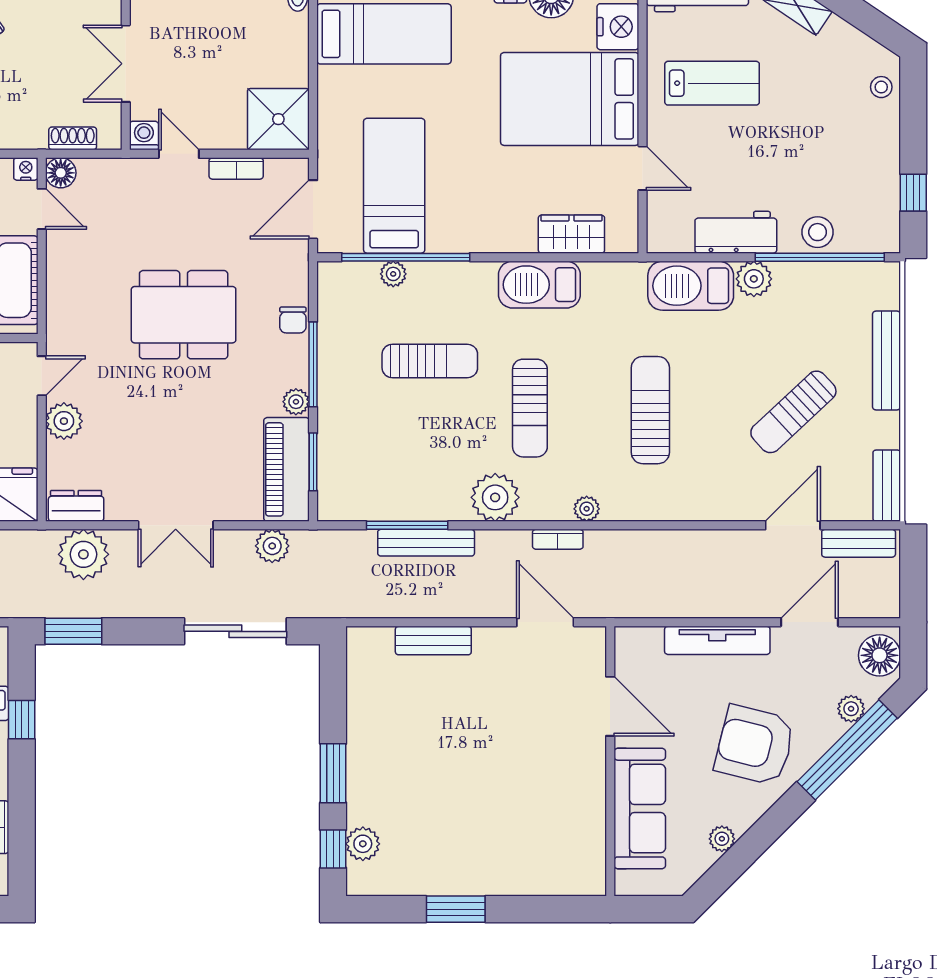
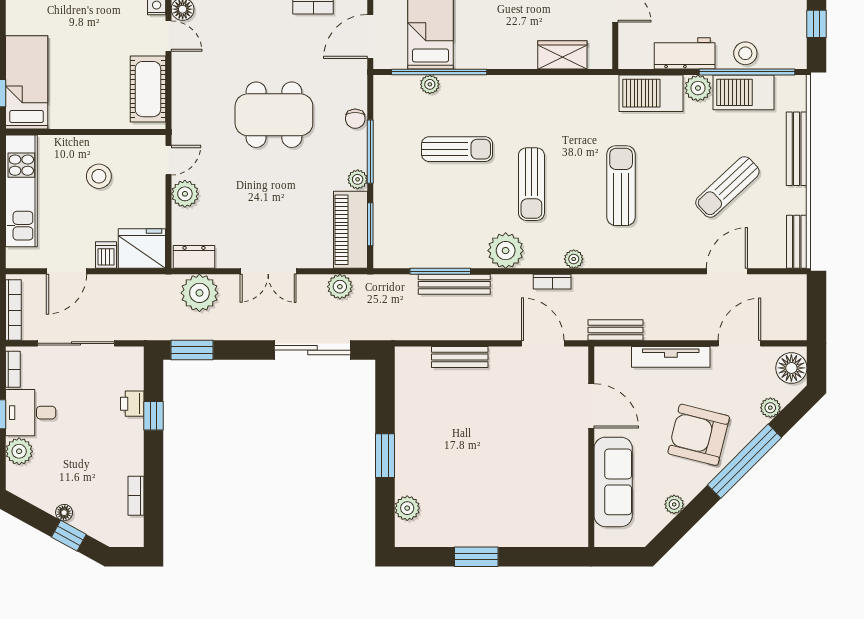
barbecue: (539, 285) -> (744, 92), moved
bench: (859, 543) -> (616, 330), moved
window: (847, 750) -> (745, 461), moved
window: (333, 849) -> (385, 512), removed

